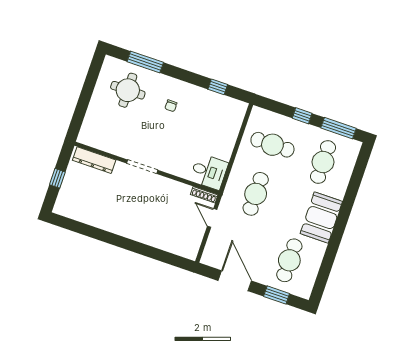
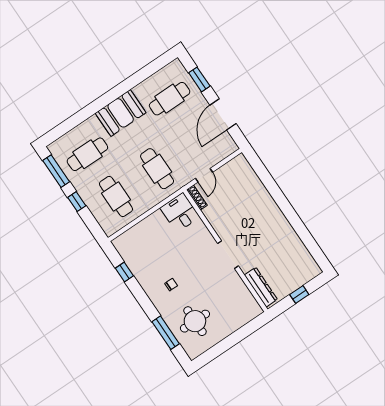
cafe table: (256, 194) -> (157, 169), turned 90

